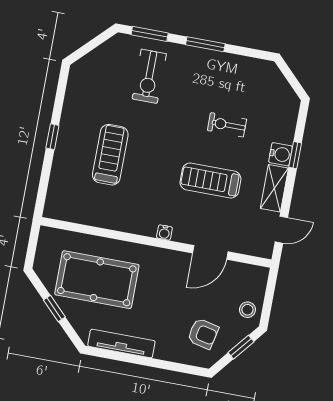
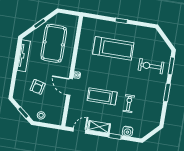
water cooler: (280, 154) -> (128, 131), moved
treadmill: (110, 155) -> (113, 48), width x1.37, depth x1.37
treadmill: (210, 181) -> (102, 96), turned -90
door: (281, 230) -> (80, 131), swing flipped
door: (210, 252) -> (70, 87), moved
armchair: (203, 334) -> (38, 87), moved

